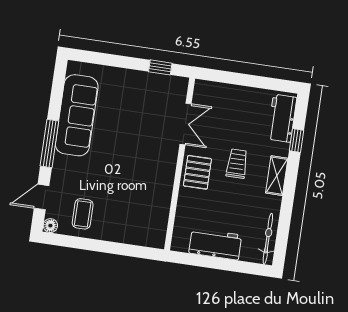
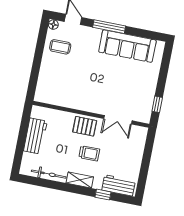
bicycle: (268, 239) -> (49, 174), moved

